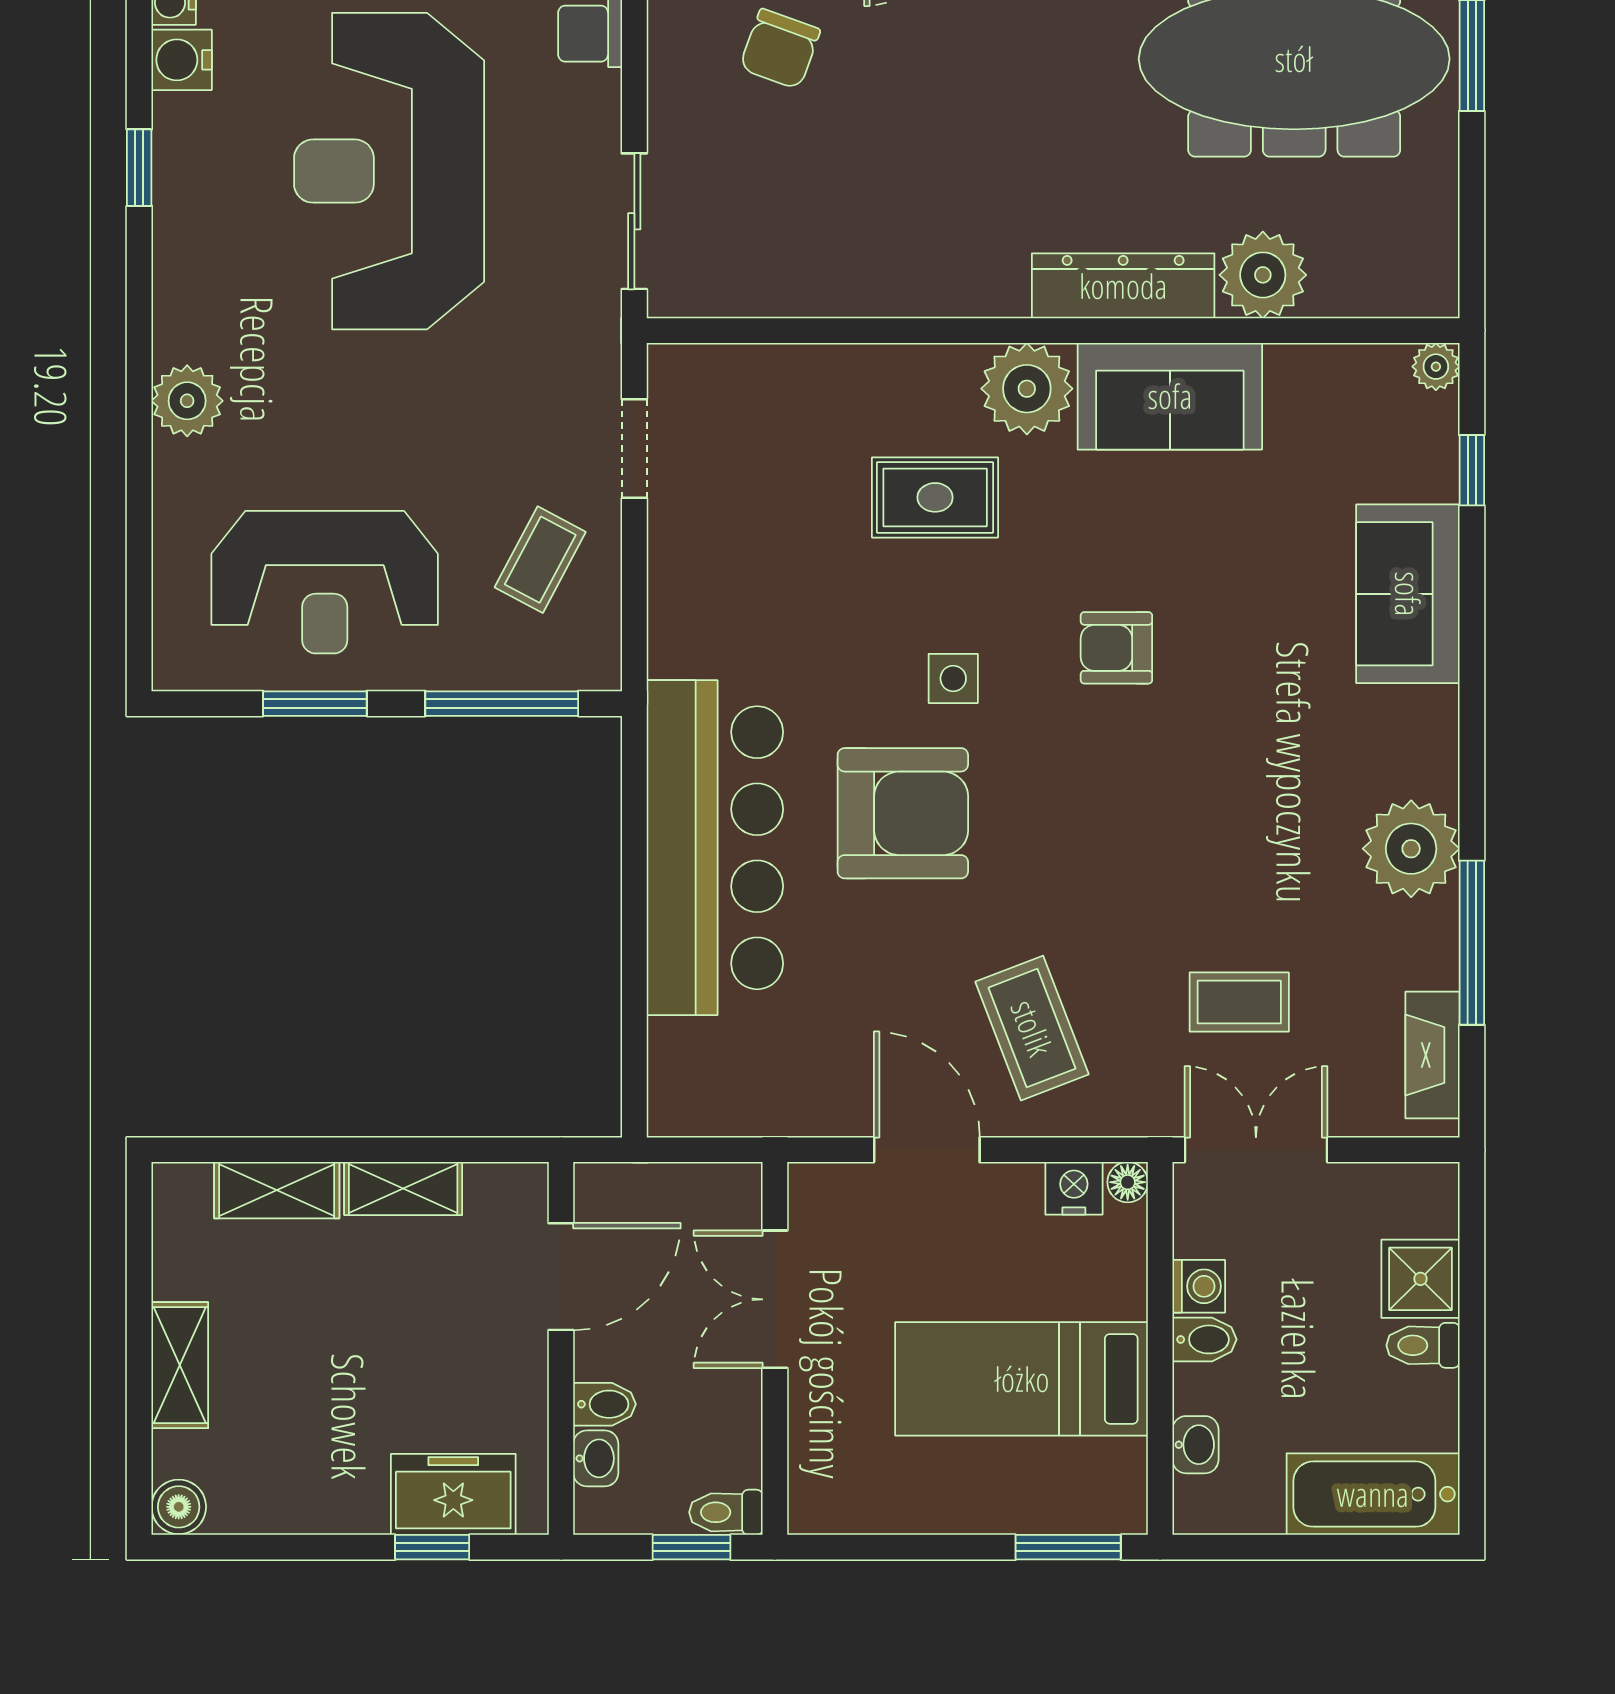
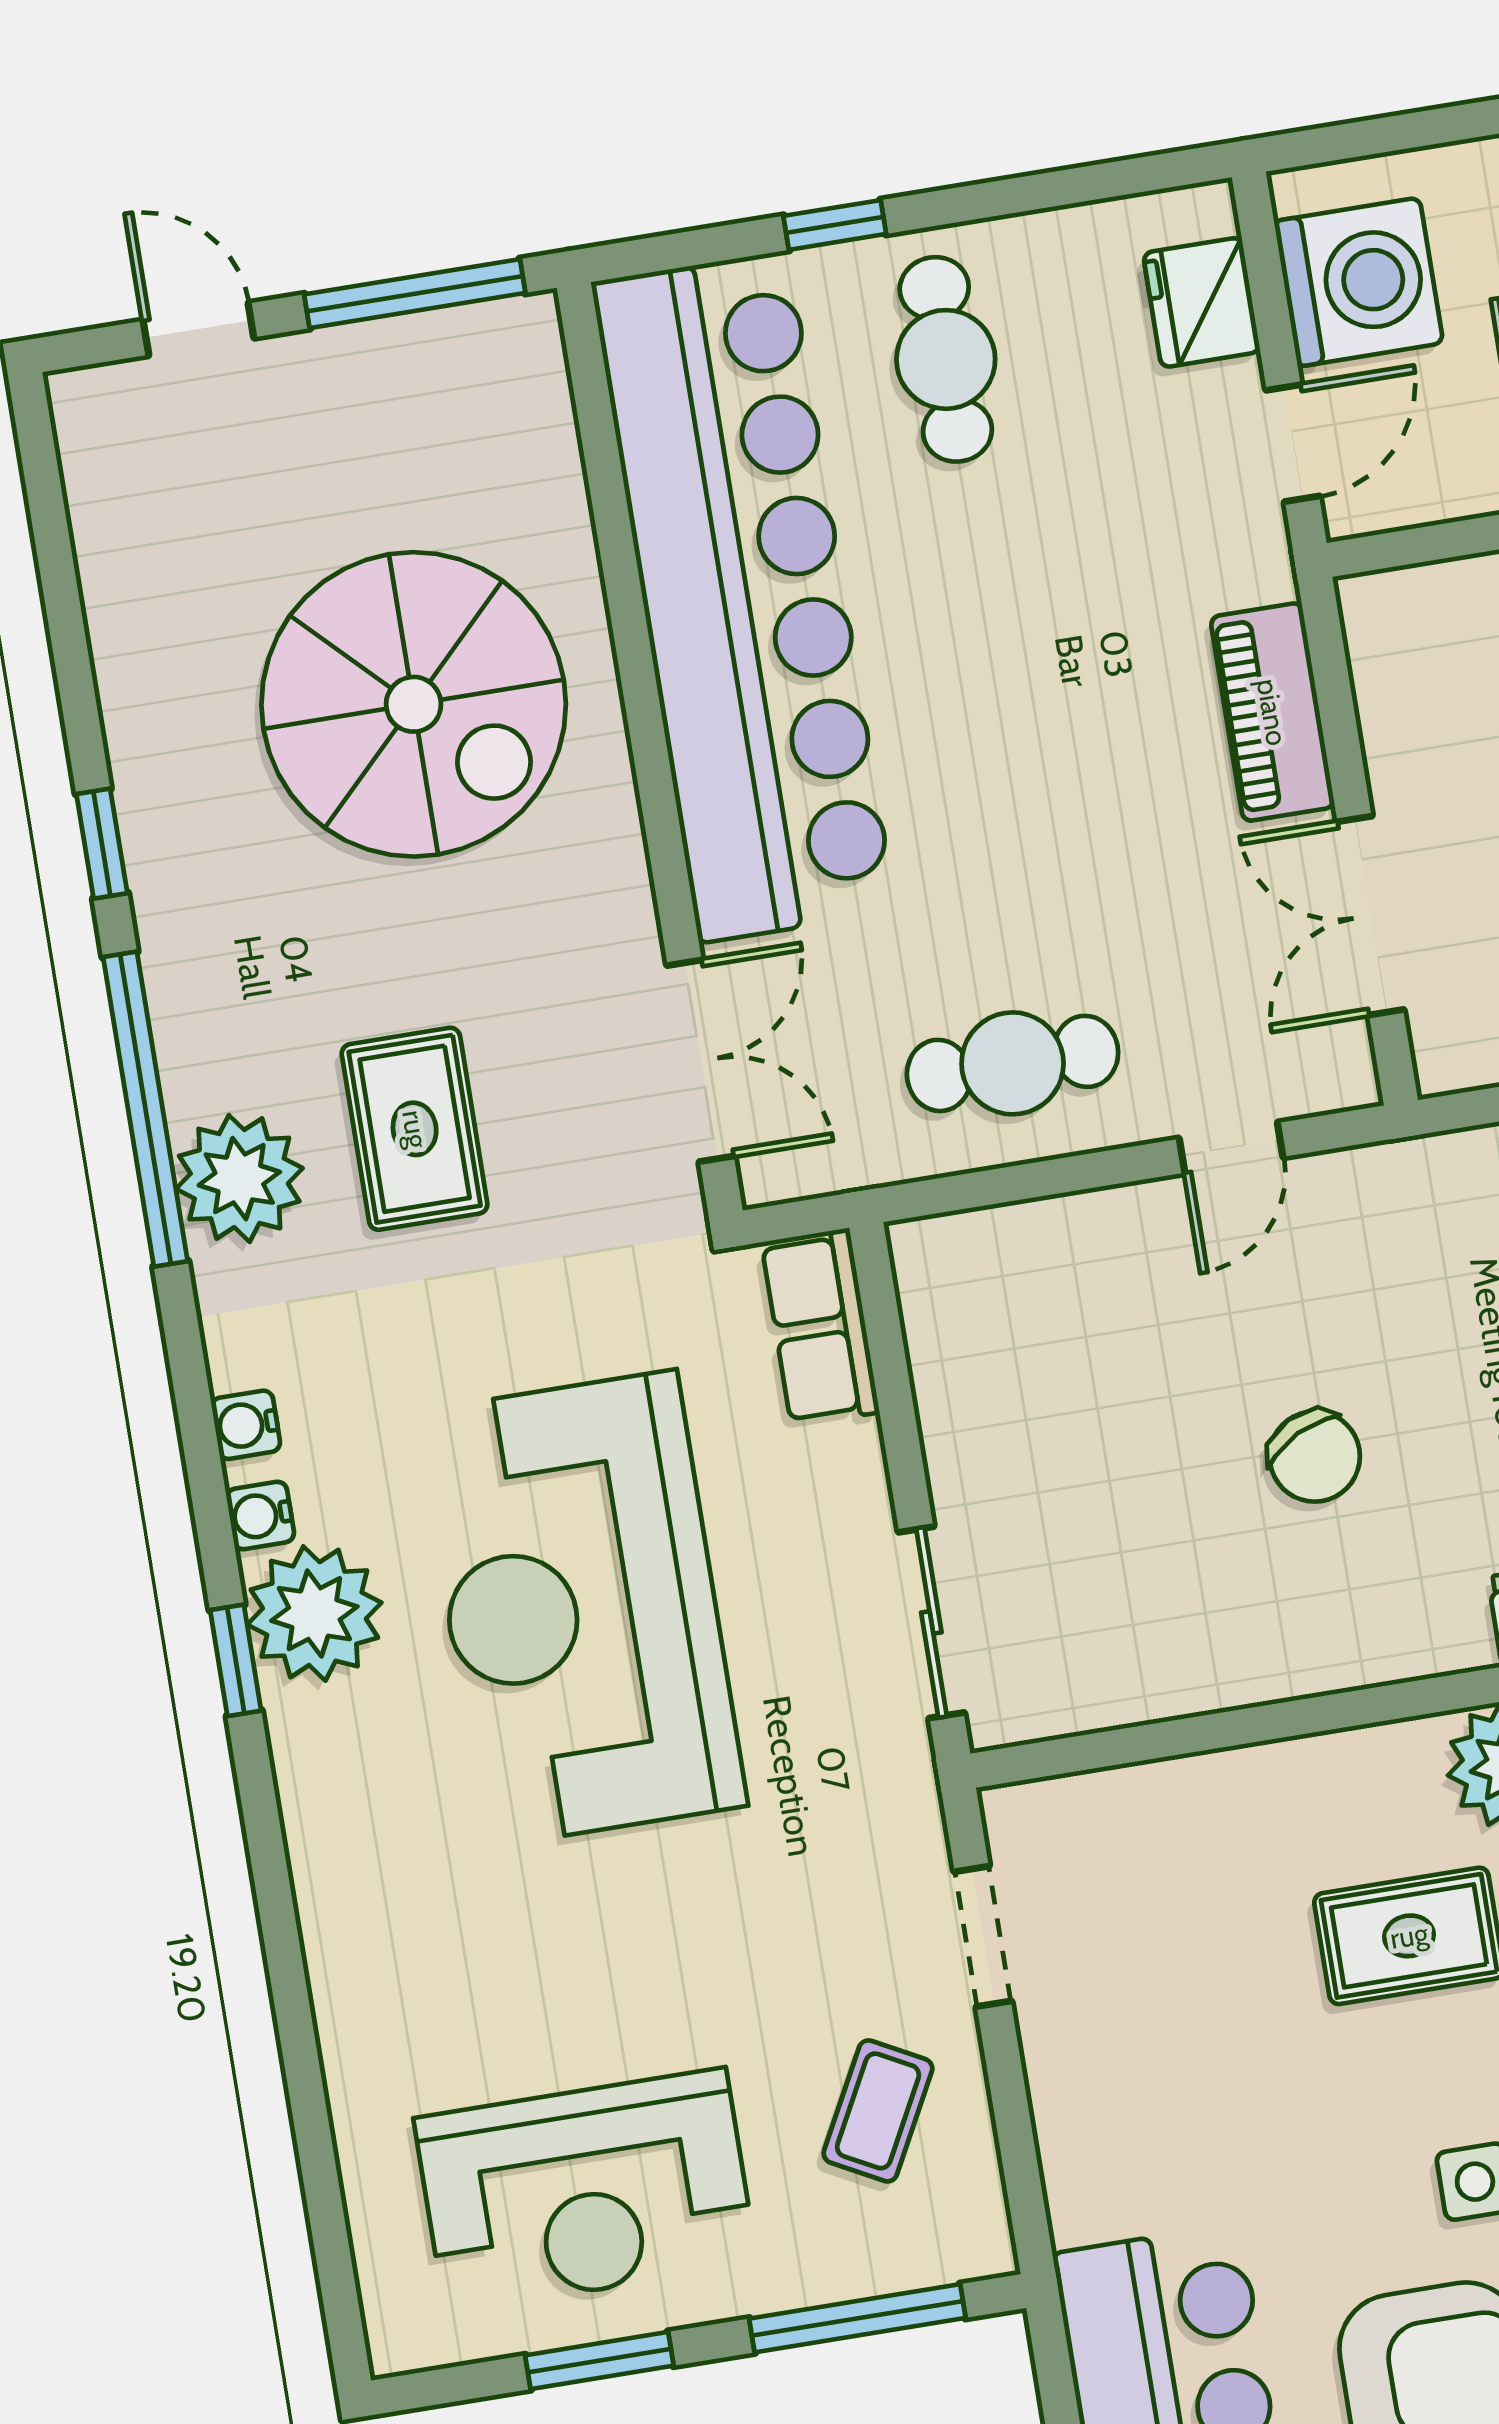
chair: (780, 49) -> (1315, 1456), moved, turned -47
water cooler: (182, 60) -> (260, 1516), width x0.72, depth x0.72
plant: (187, 401) -> (314, 1614), moved, width x1.36, depth x1.36

